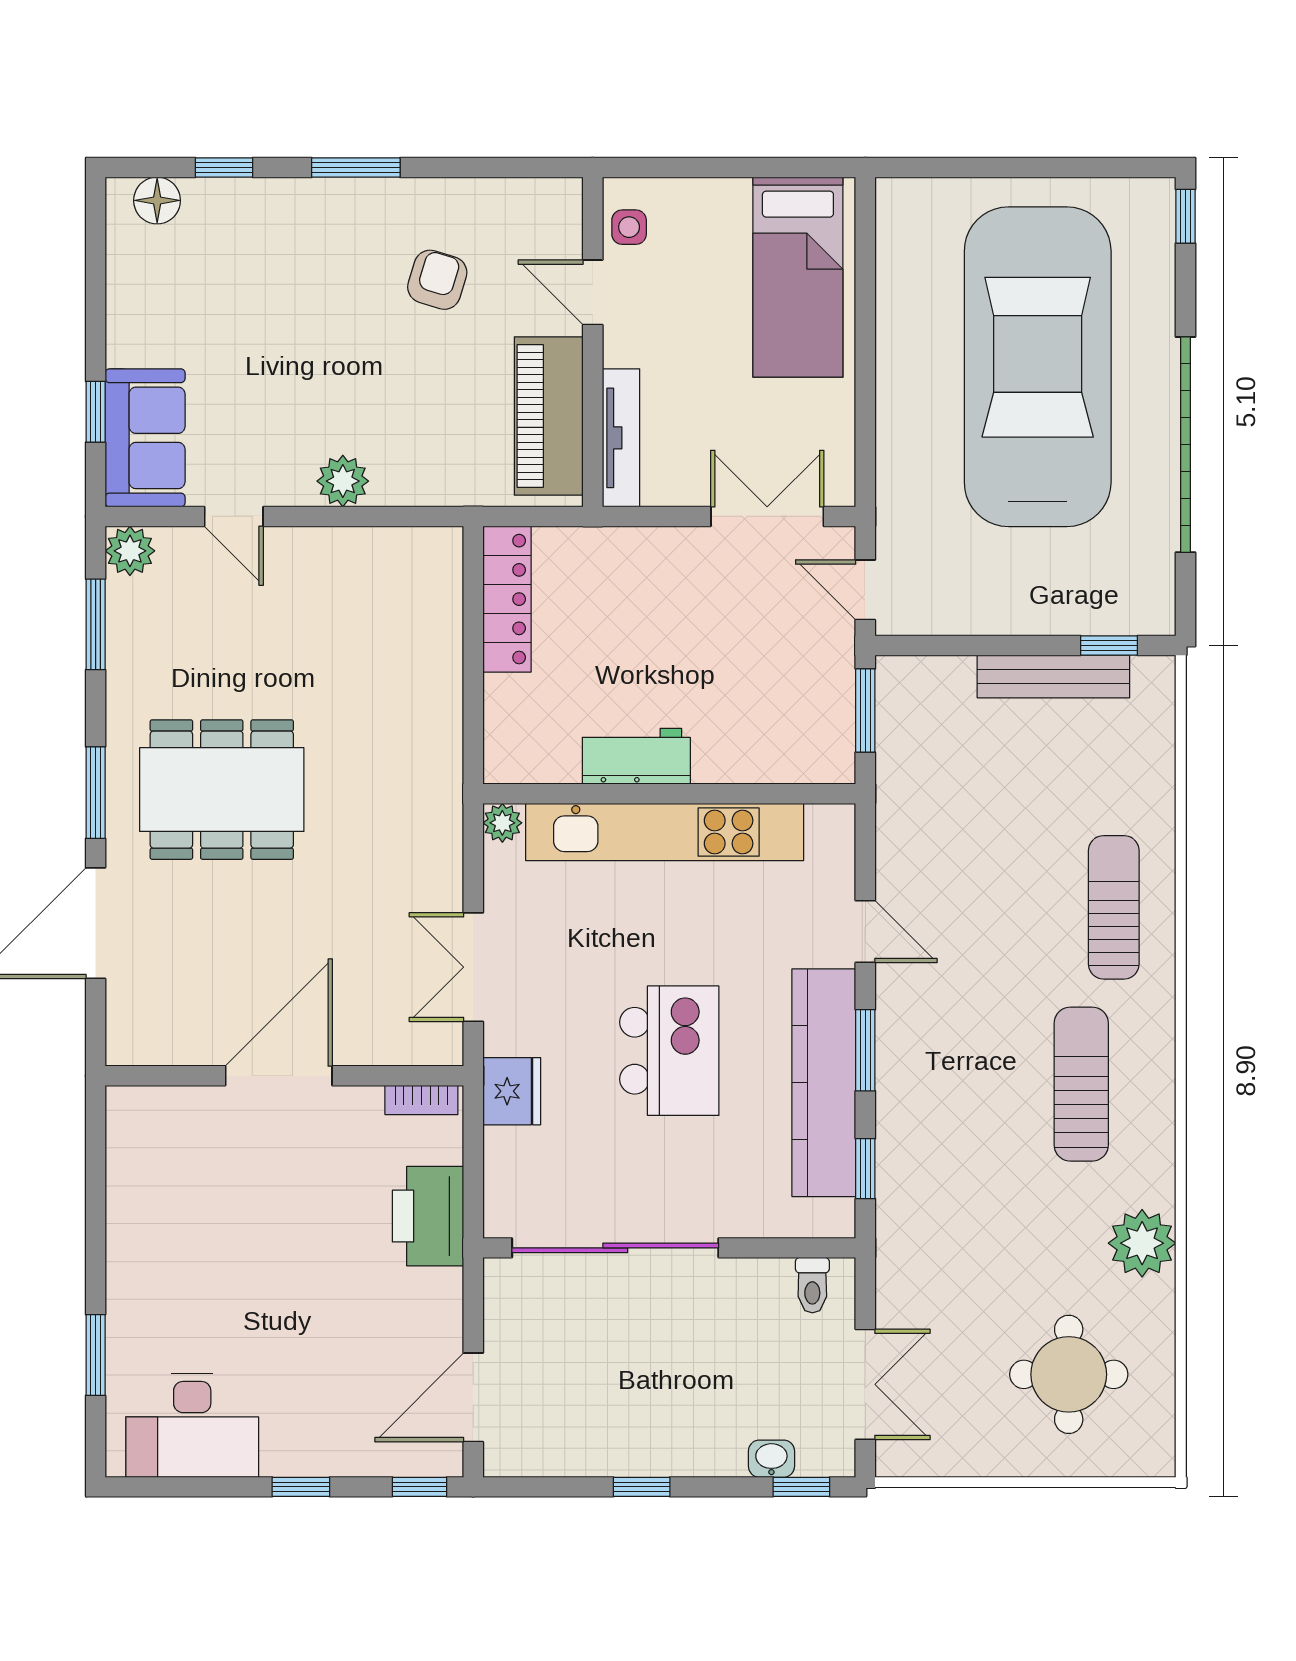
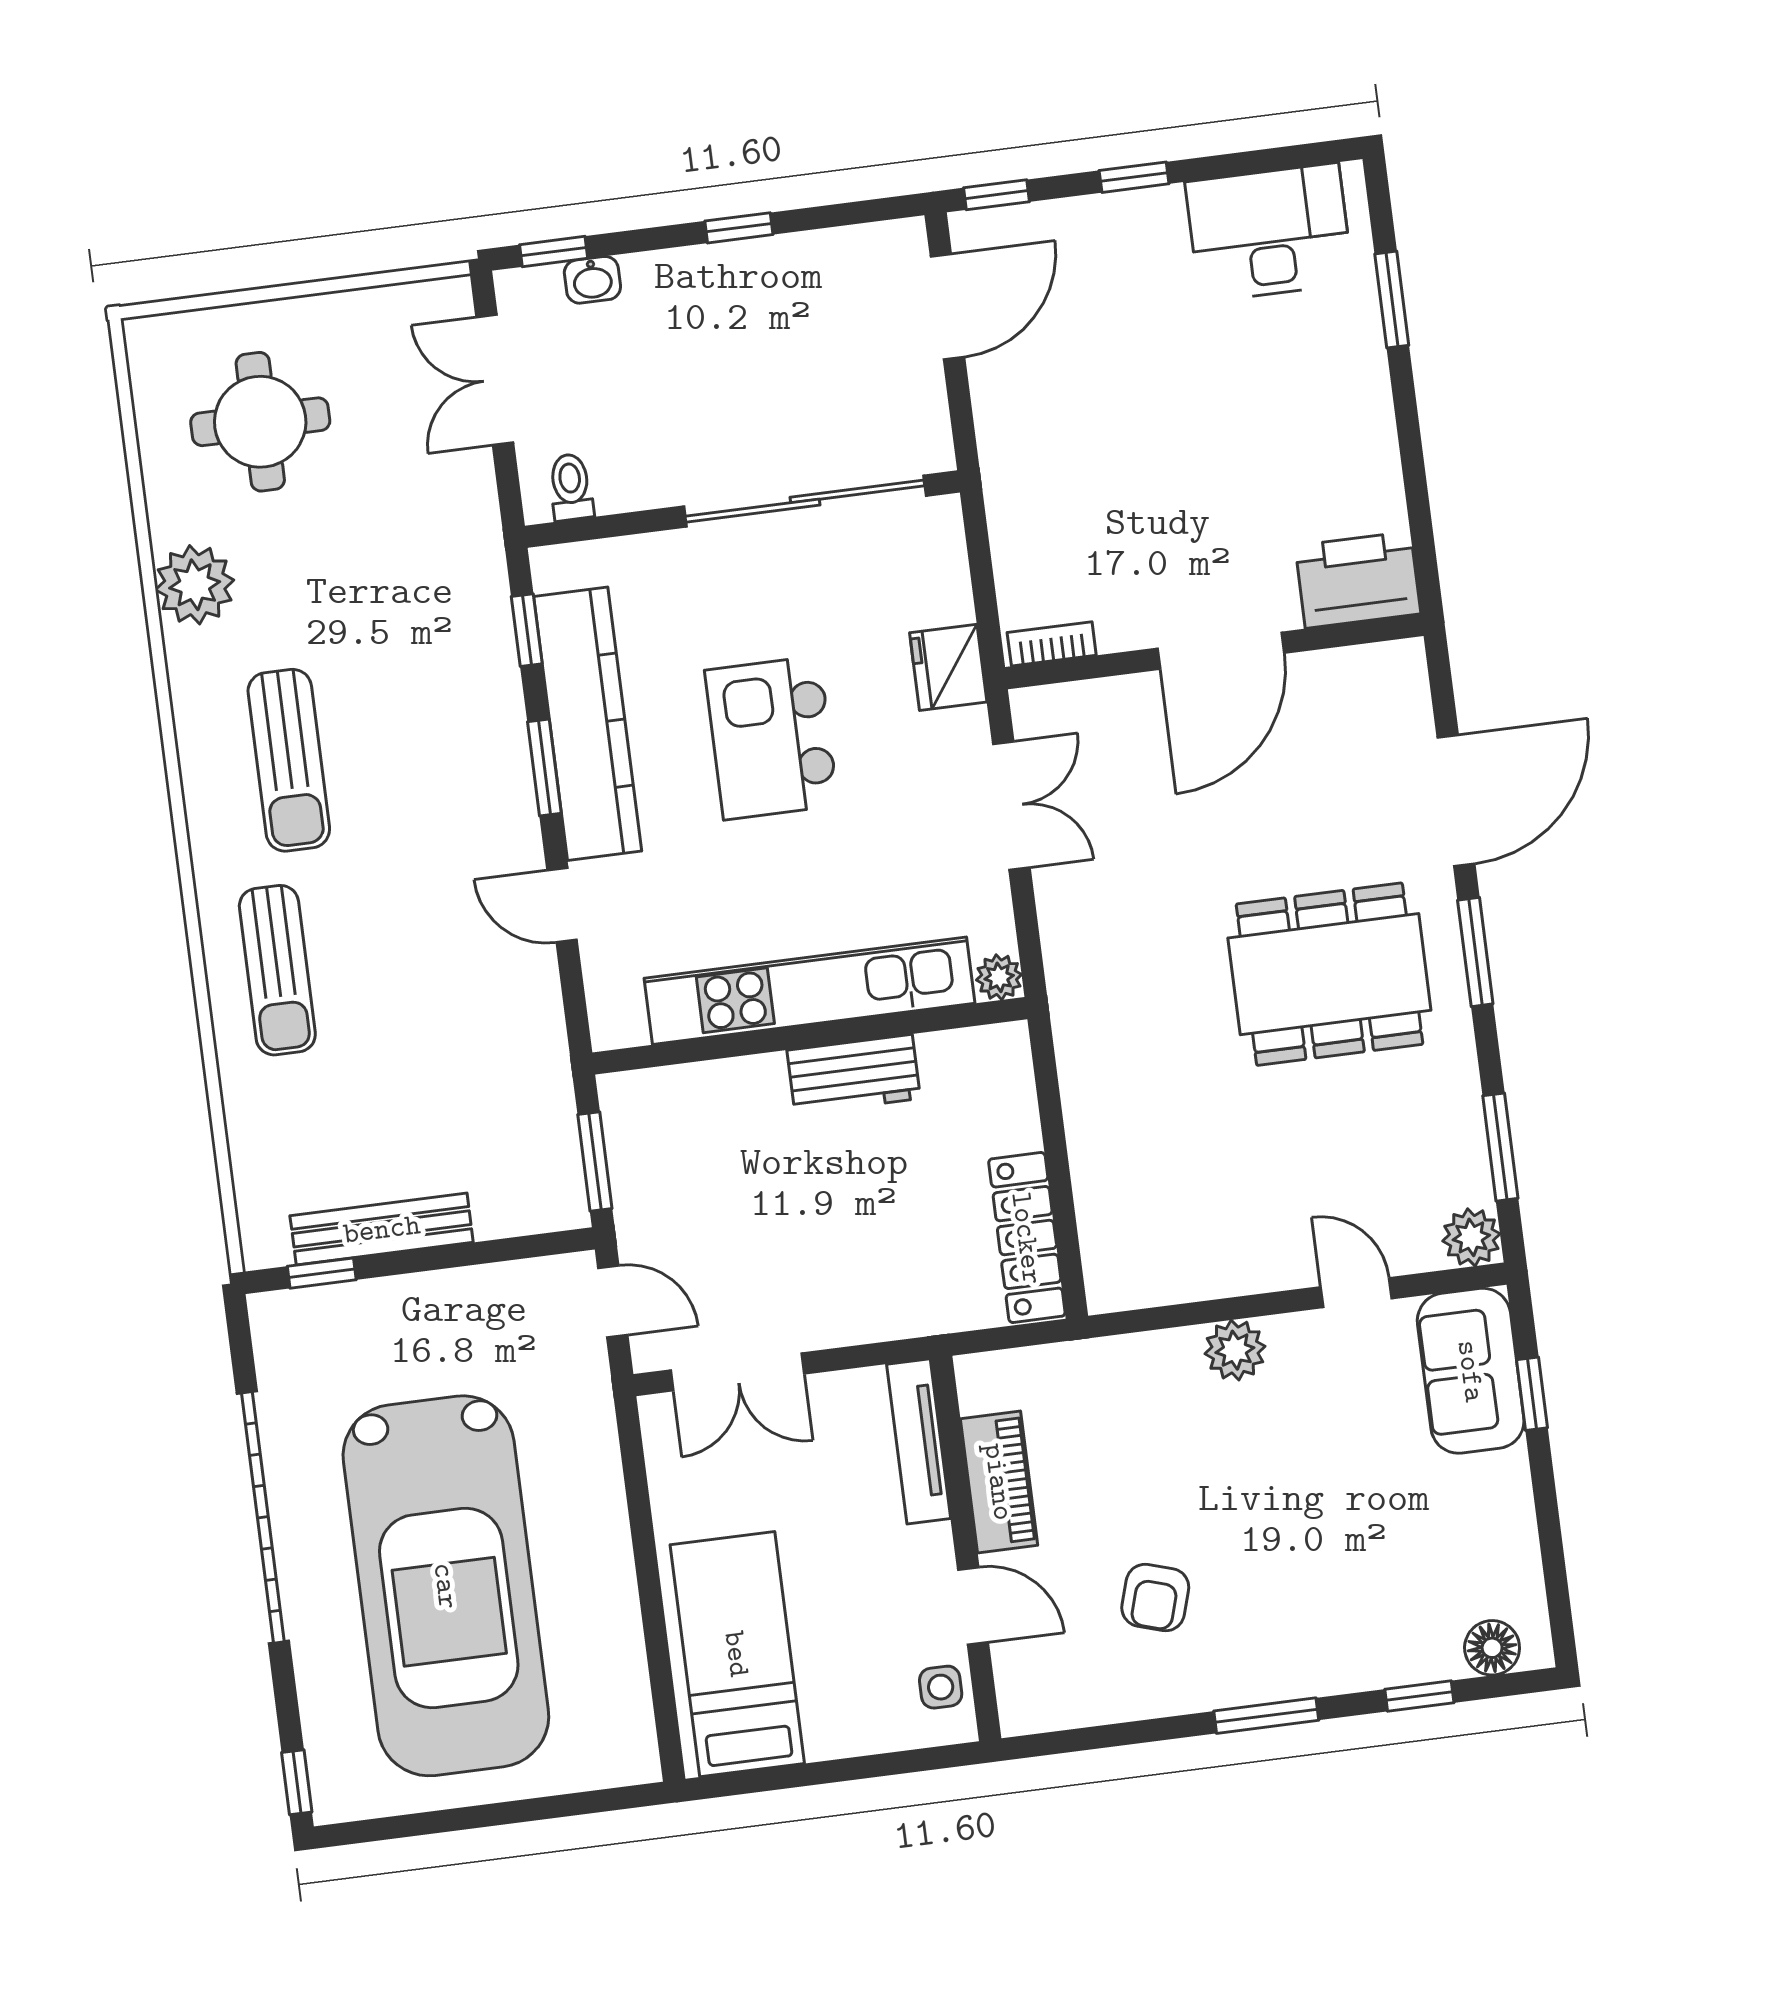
piano: (549, 416) -> (999, 1482), width x0.73, depth x0.75
printer: (428, 1216) -> (1358, 580), moved, turned -90

